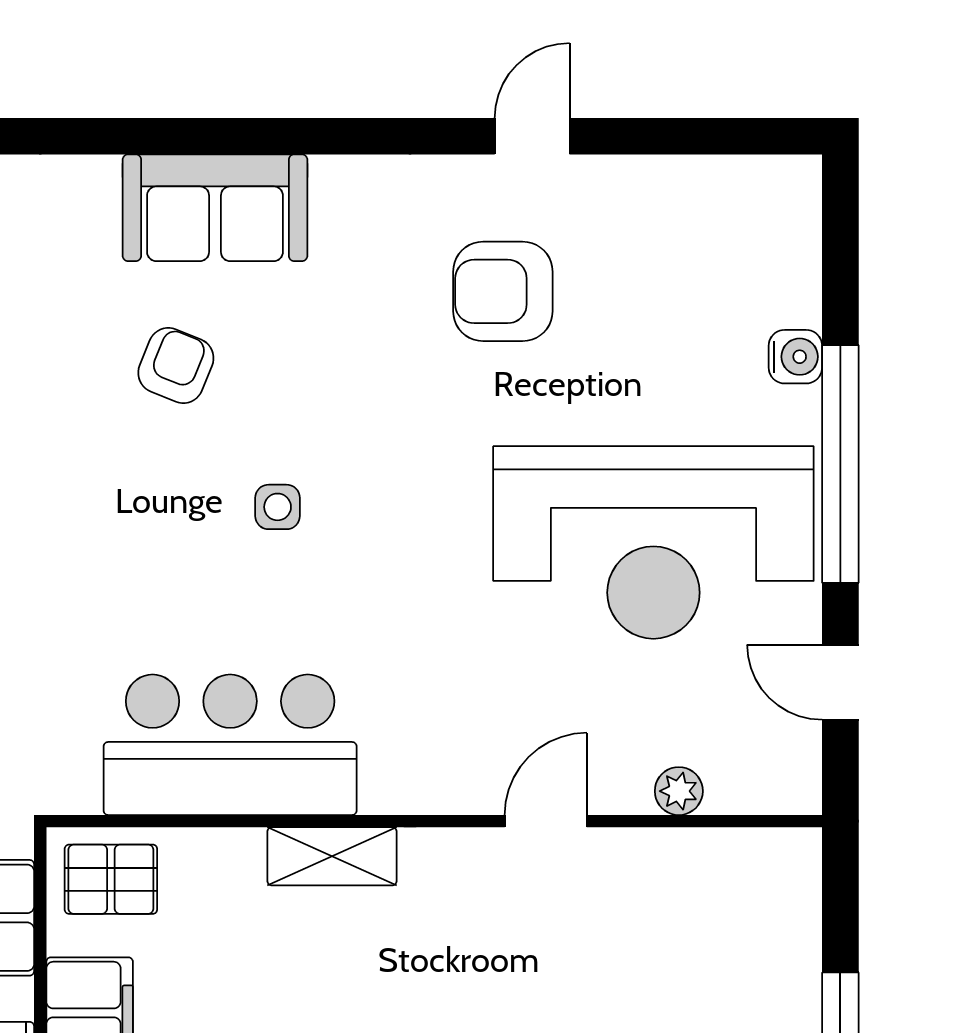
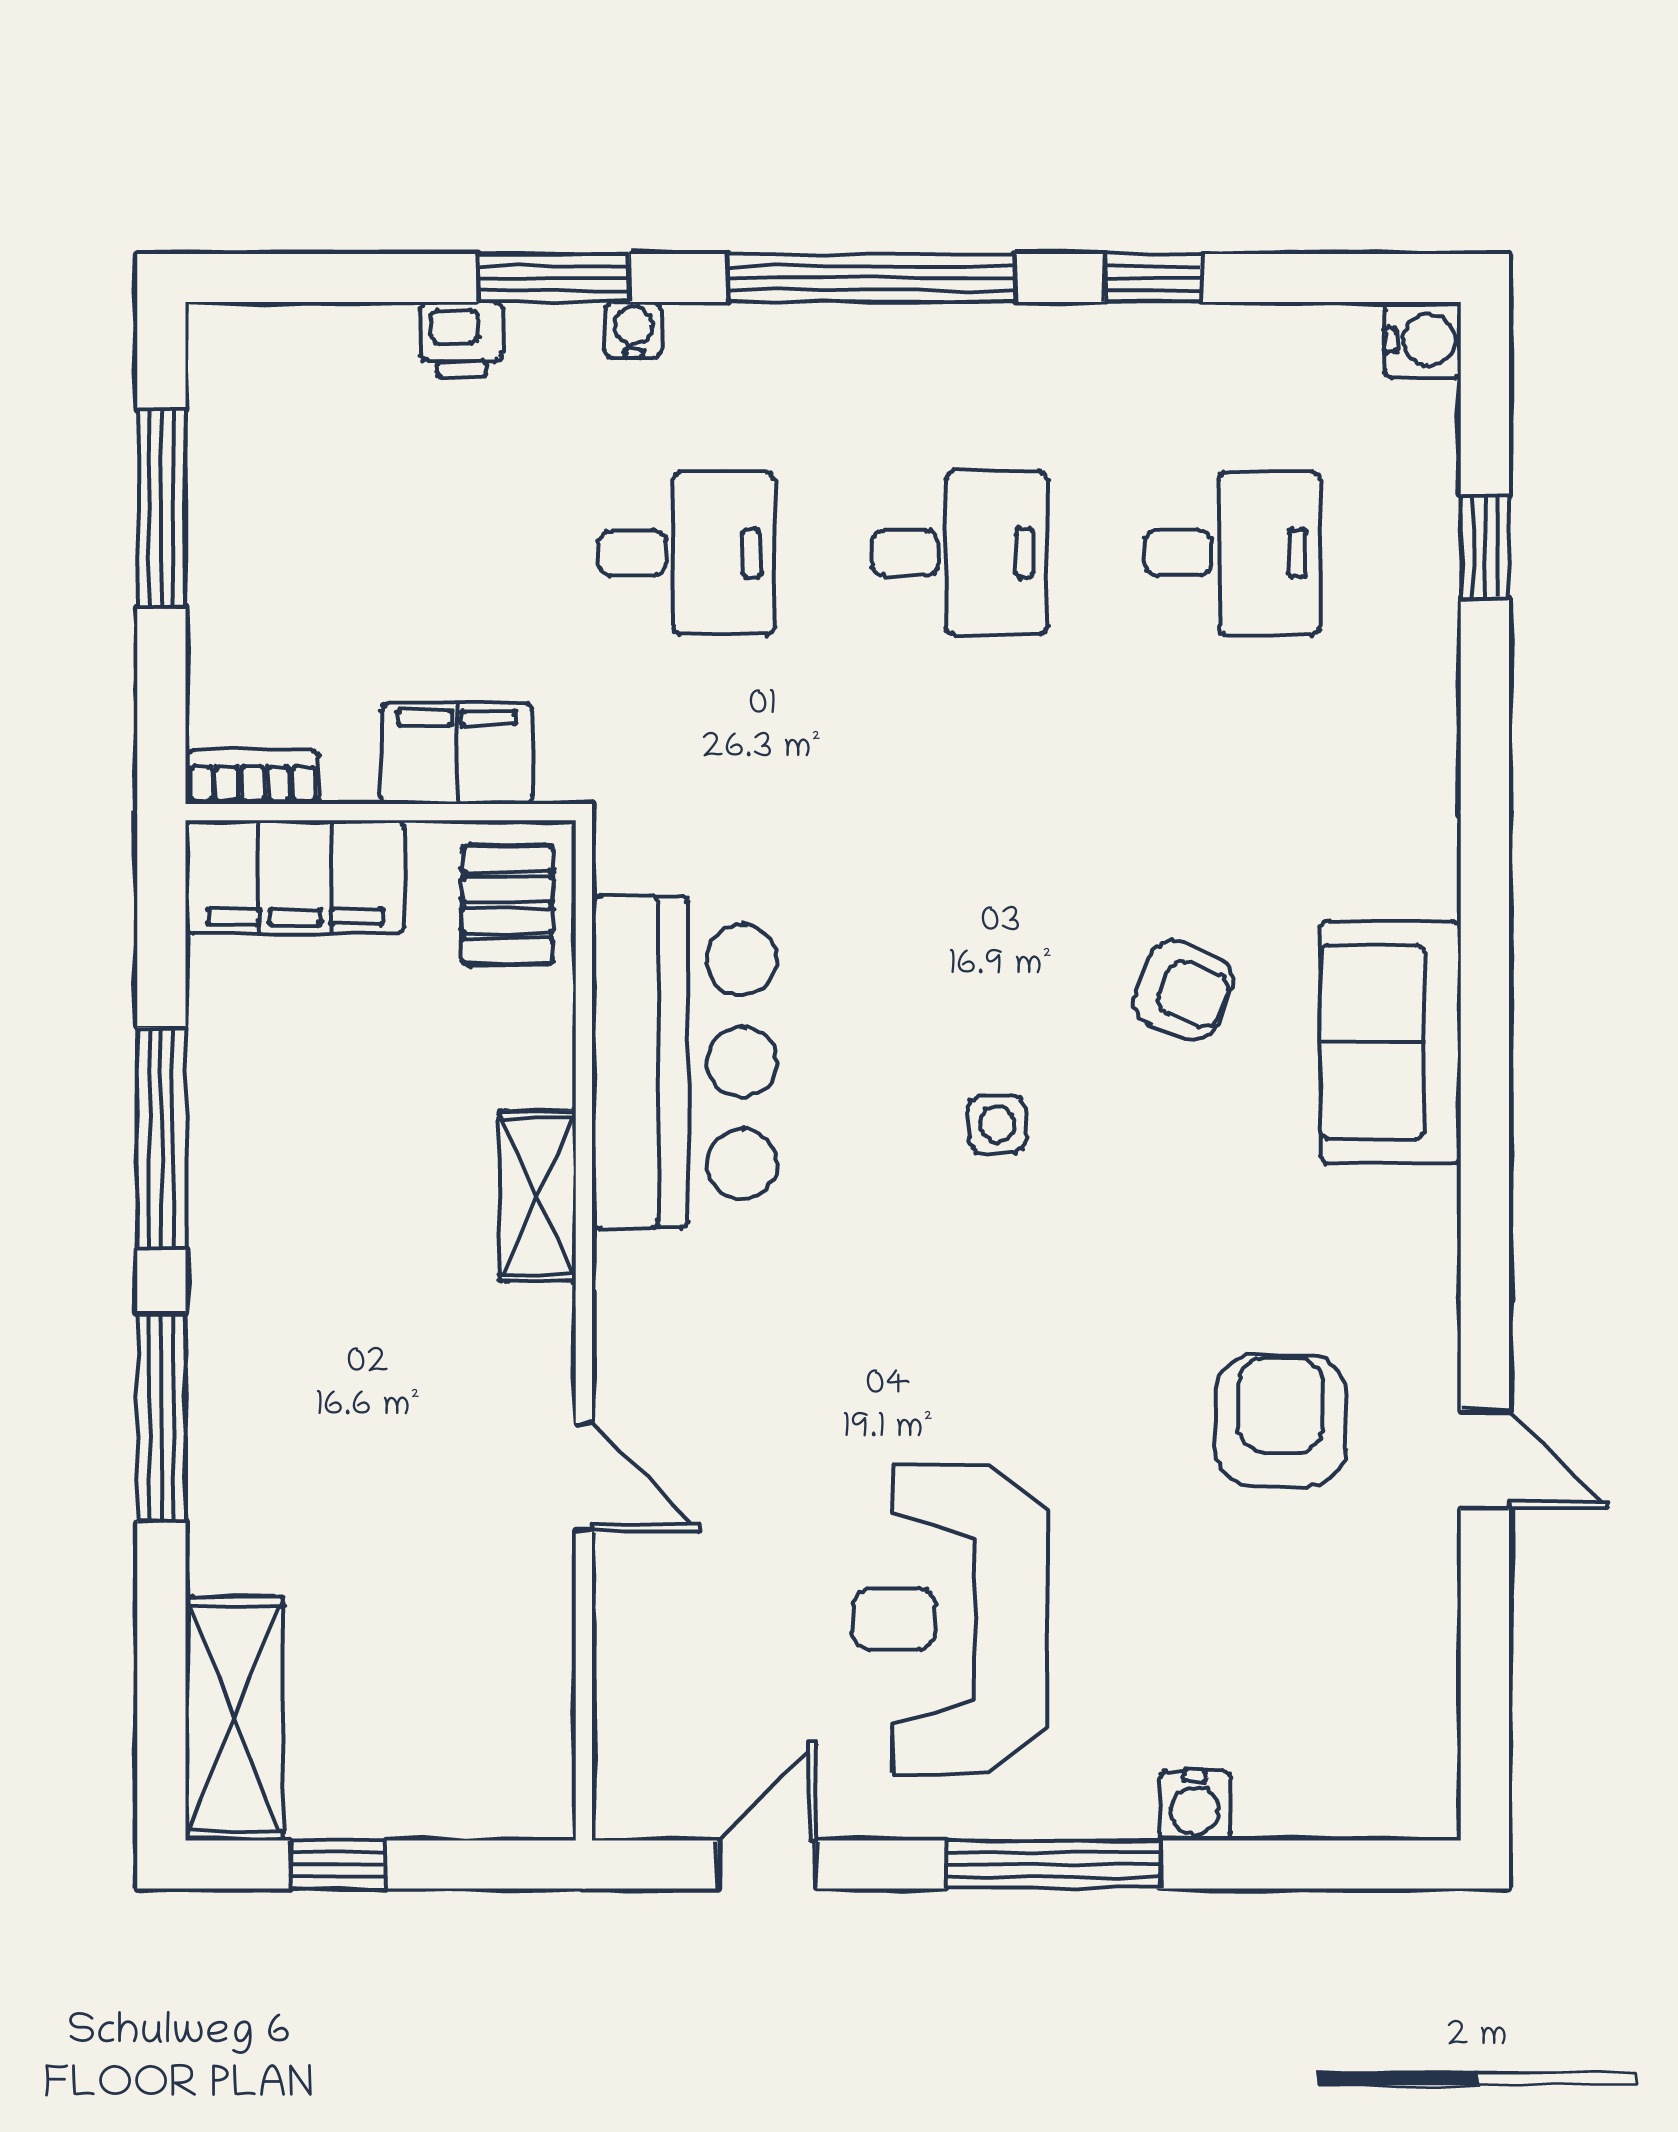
window: (840, 464) -> (1054, 1865), width x0.68
reception desk: (653, 542) -> (950, 1619), width x0.74, depth x0.77
plant: (679, 791) -> (624, 1652), removed

